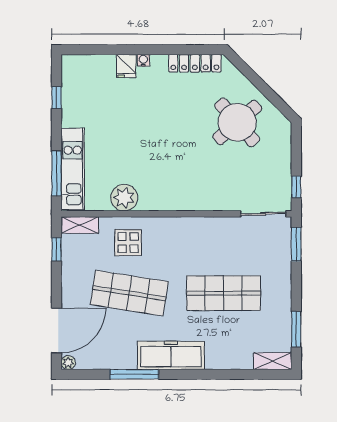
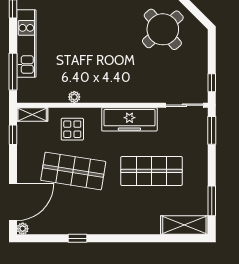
kitchen unit: (73, 169) -> (26, 43), moved
plant: (124, 198) -> (74, 97), width x0.53, depth x0.53
freezer: (171, 355) -> (129, 119), moved, turned 180
shelving: (273, 361) -> (184, 225), width x1.50, depth x1.33
window: (134, 374) -> (77, 238), width x0.46

